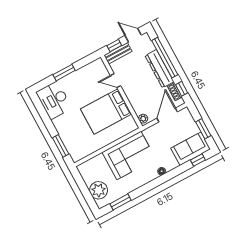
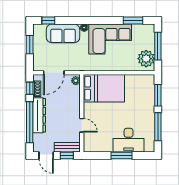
desk: (54, 100) -> (129, 140), moved, turned 90
bed: (106, 112) -> (104, 88), moved
window: (45, 117) -> (158, 127), added
sofa: (191, 149) -> (63, 33), moved
corner sofa: (129, 156) -> (110, 39), moved, turned 180
plant: (99, 190) -> (146, 59), moved
window: (85, 191) -> (158, 46), added

